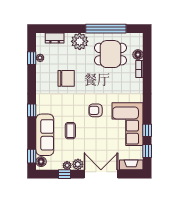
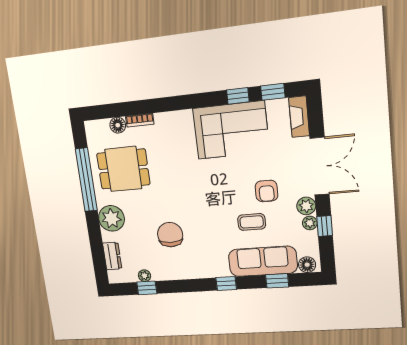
dining table: (110, 54) -> (123, 169), turned 90
armchair: (96, 110) -> (266, 191), moved
window: (32, 156) -> (277, 281), moved
double door: (101, 174) -> (320, 166), swing flipped

